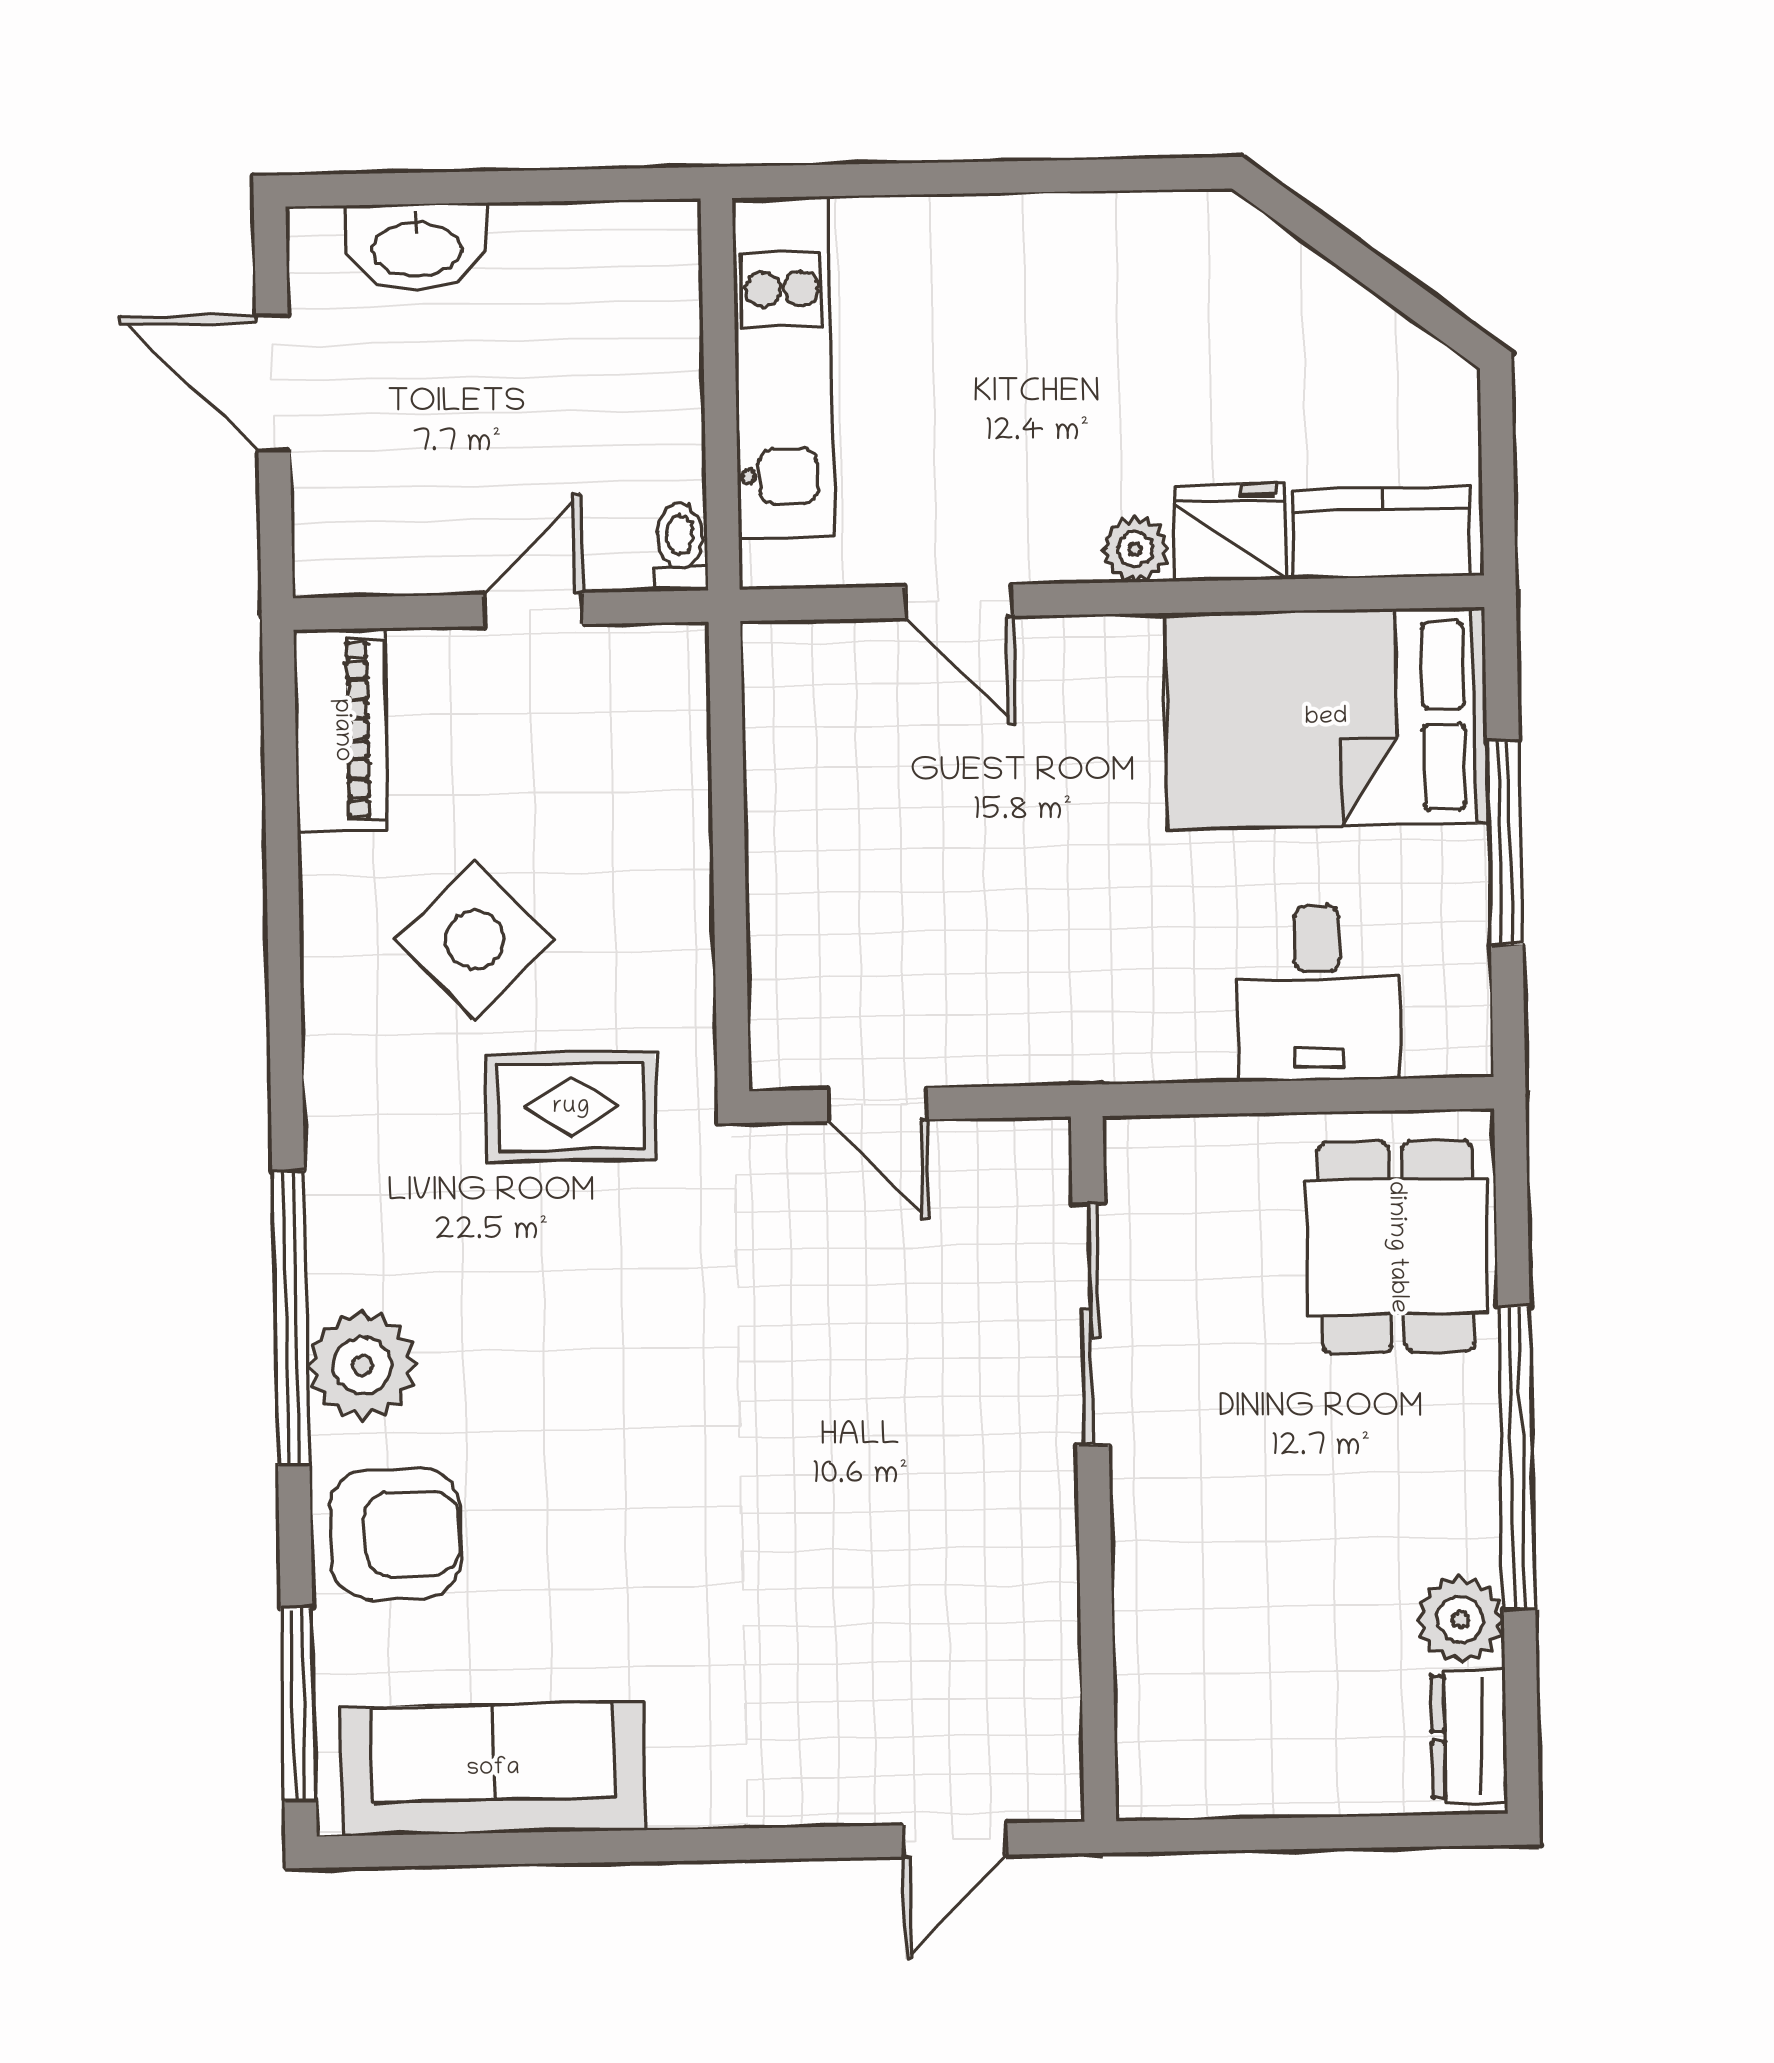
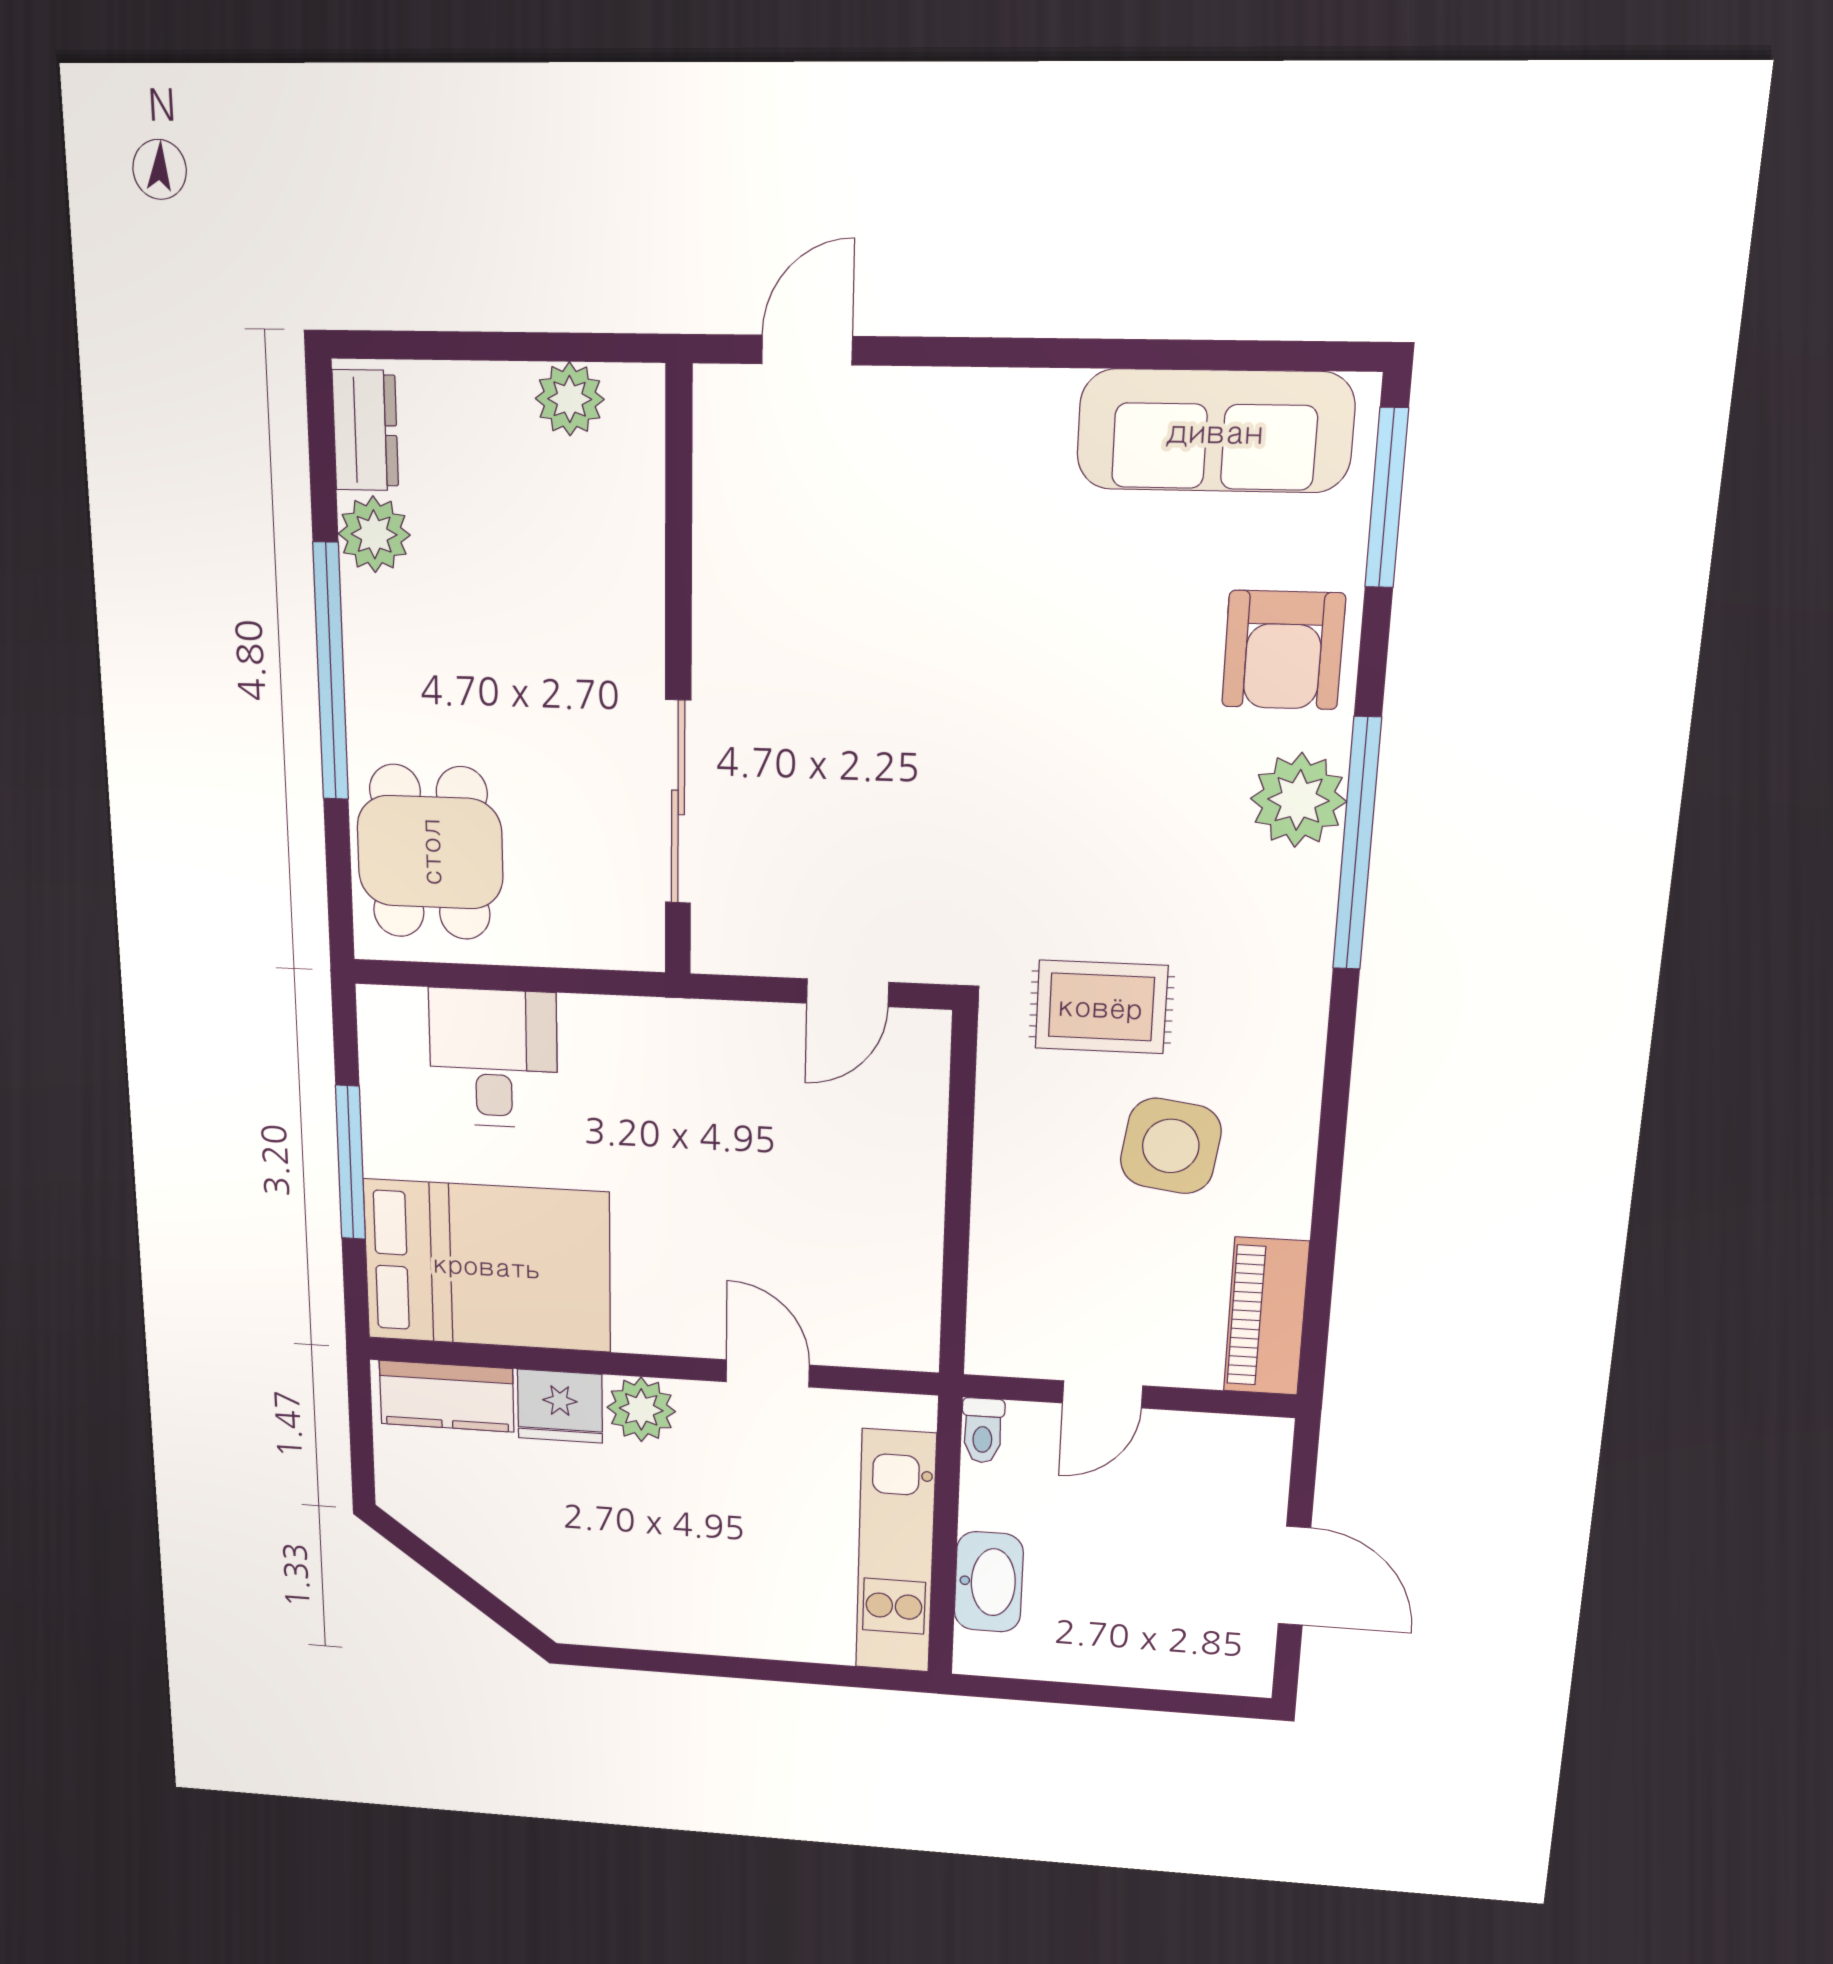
washbasin: (417, 247) -> (989, 1582), moved, turned 90
plant: (1135, 549) -> (641, 1409), width x1.38, depth x1.38
side table: (475, 940) -> (1171, 1146), turned -38
door: (877, 1105) -> (848, 993), swing flipped
armchair: (396, 1534) -> (1283, 650), turned -89
plant: (1226, 1779) -> (570, 399), added

